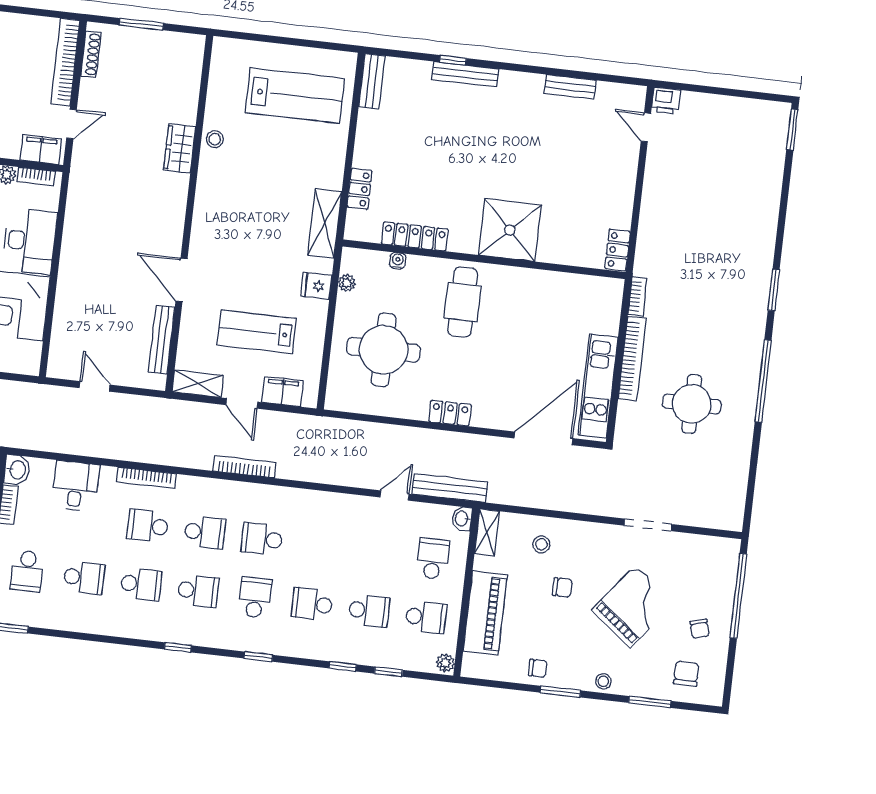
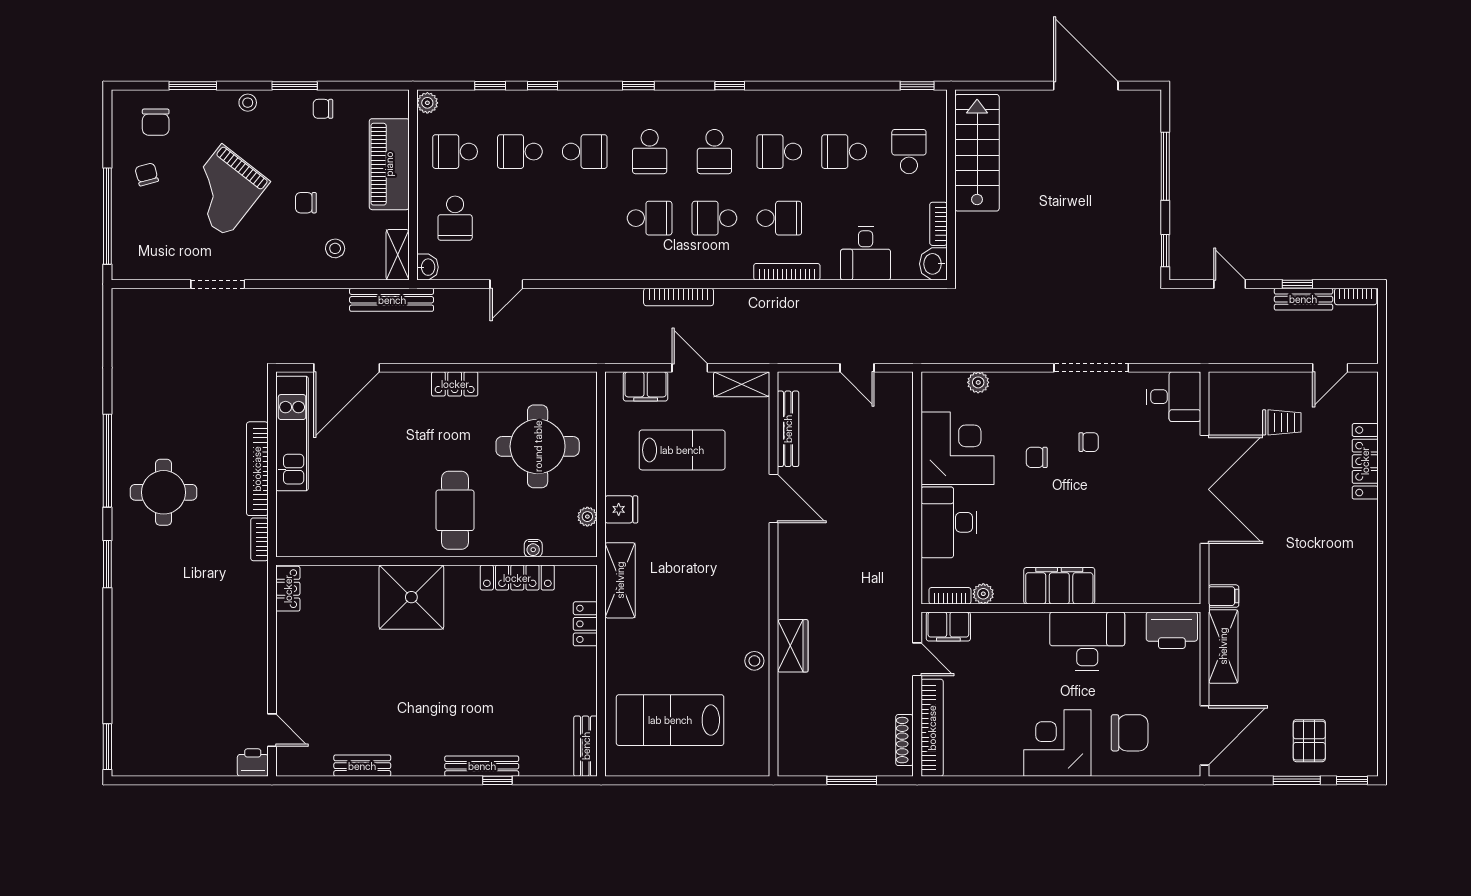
door: (72, 124) -> (917, 659), swing flipped
round table: (692, 404) -> (164, 492), moved
bench: (450, 488) -> (392, 300), moved
school desk: (198, 591) -> (714, 152), turned -90

